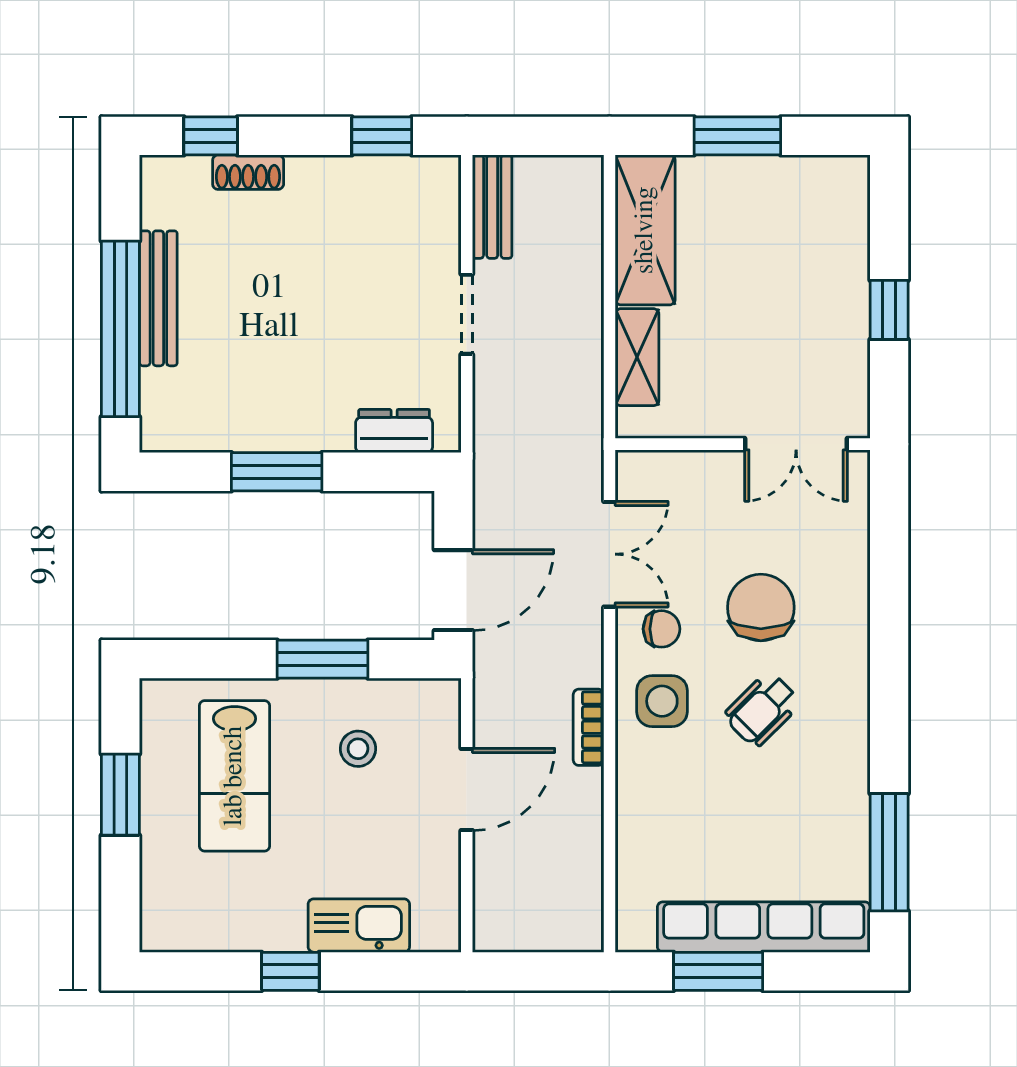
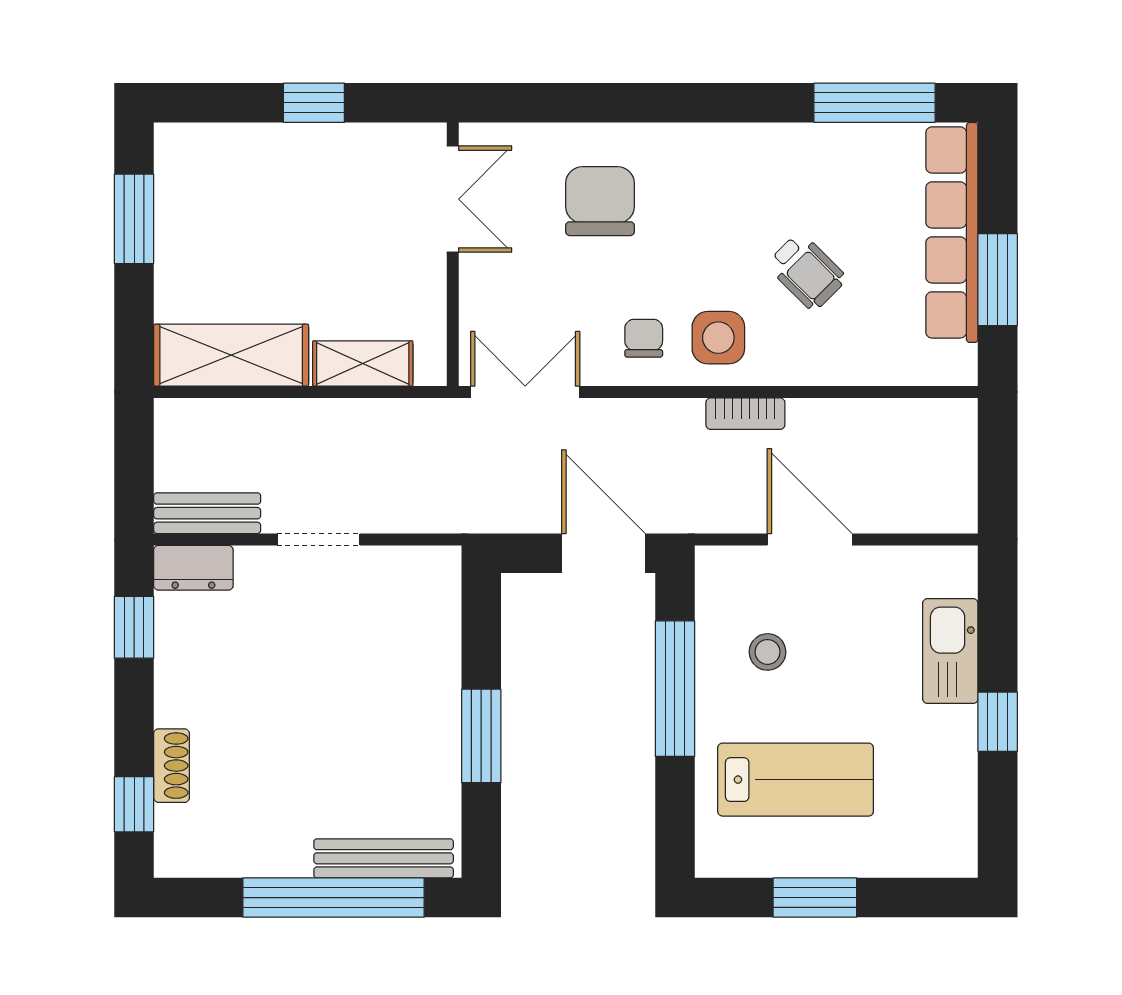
window: (737, 136) -> (134, 219), moved
bench: (158, 298) -> (384, 858), moved
dresser: (394, 431) -> (193, 568), moved, turned -90
double door: (609, 554) -> (525, 392), moved
chair: (761, 607) -> (600, 201), moved, turned 90
window: (322, 659) -> (675, 689), width x1.44
wheelchair: (762, 709) -> (807, 272), moved

